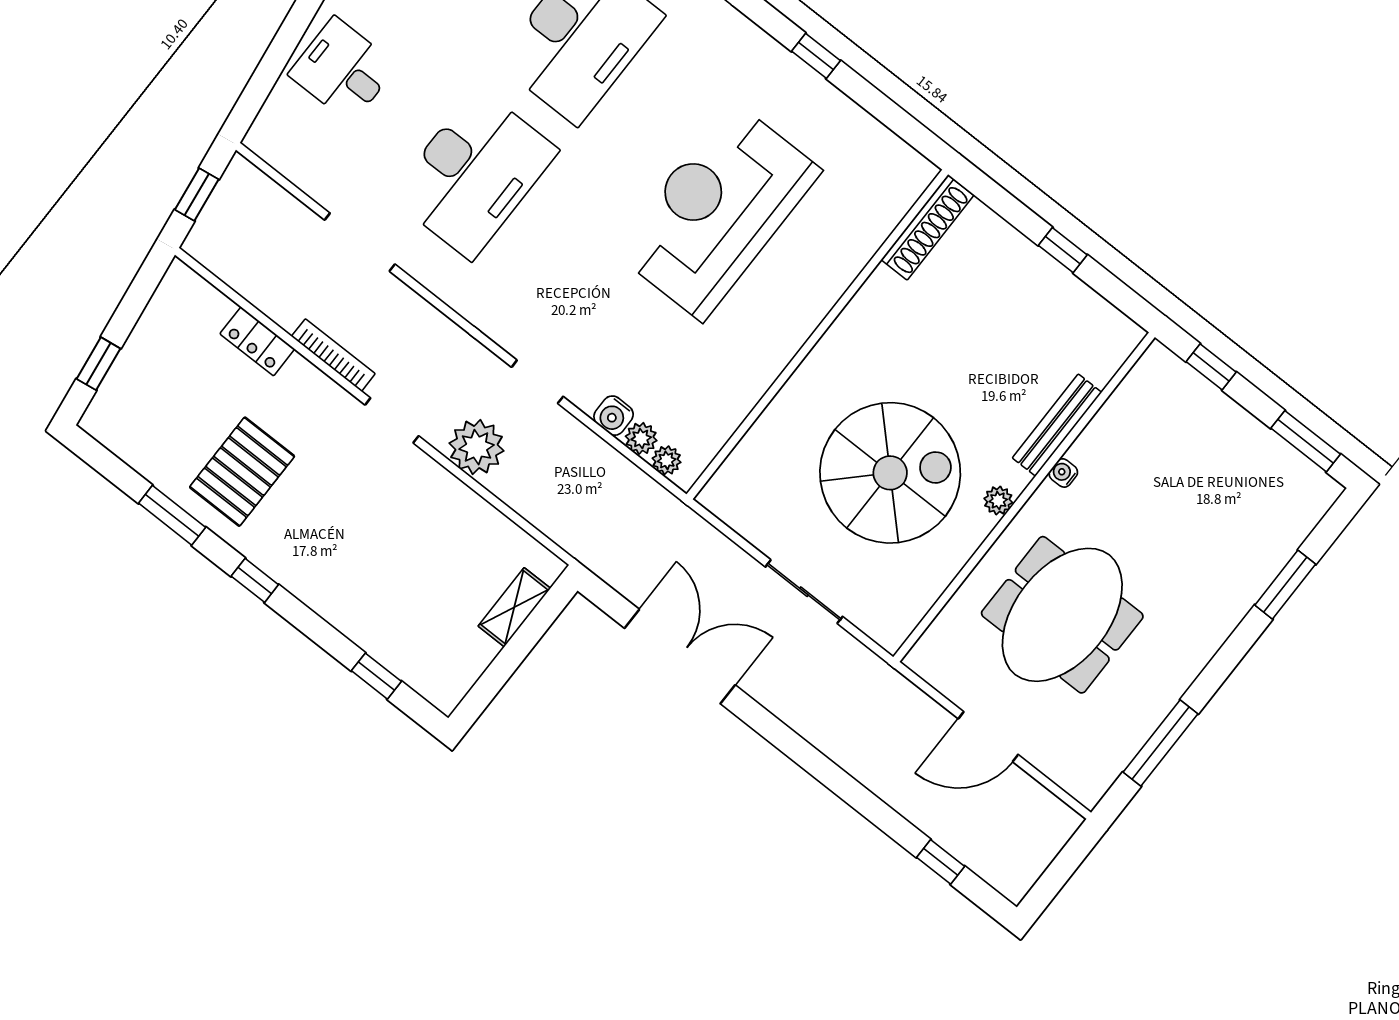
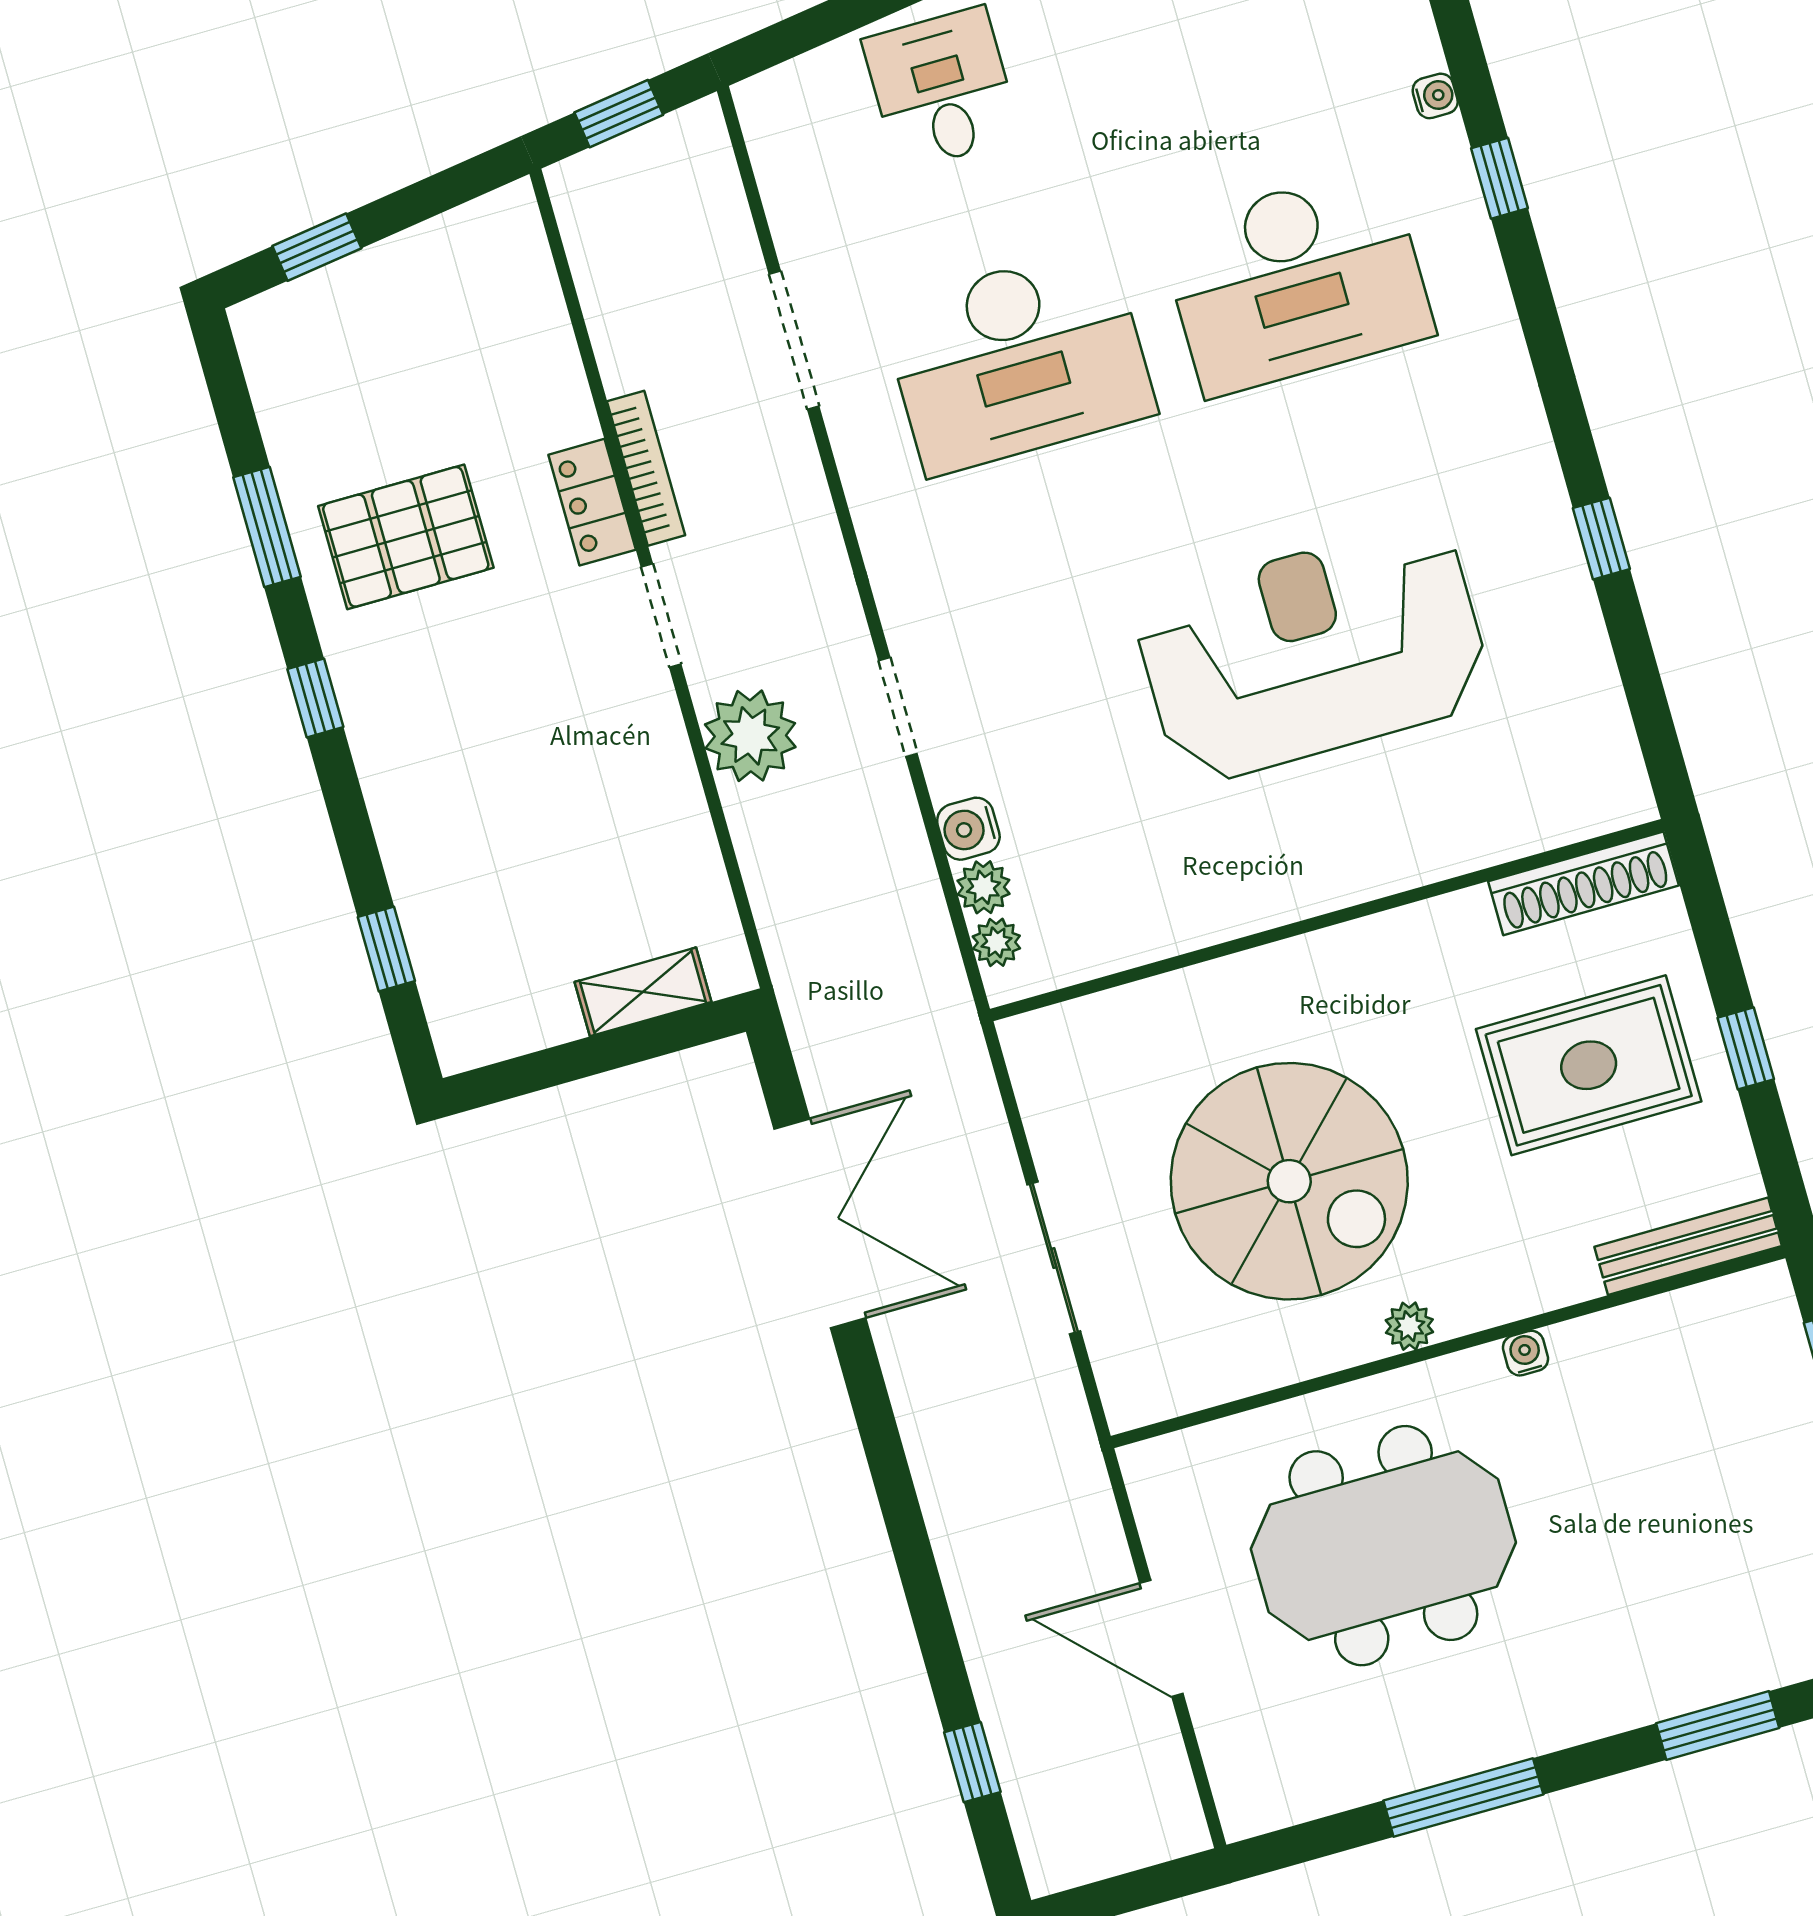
rug: (993, 313) -> (1589, 1065), added
locker: (257, 341) -> (592, 502), moved
bench: (1057, 425) -> (1688, 1246), moved
window: (1161, 743) -> (1463, 1798), moved

